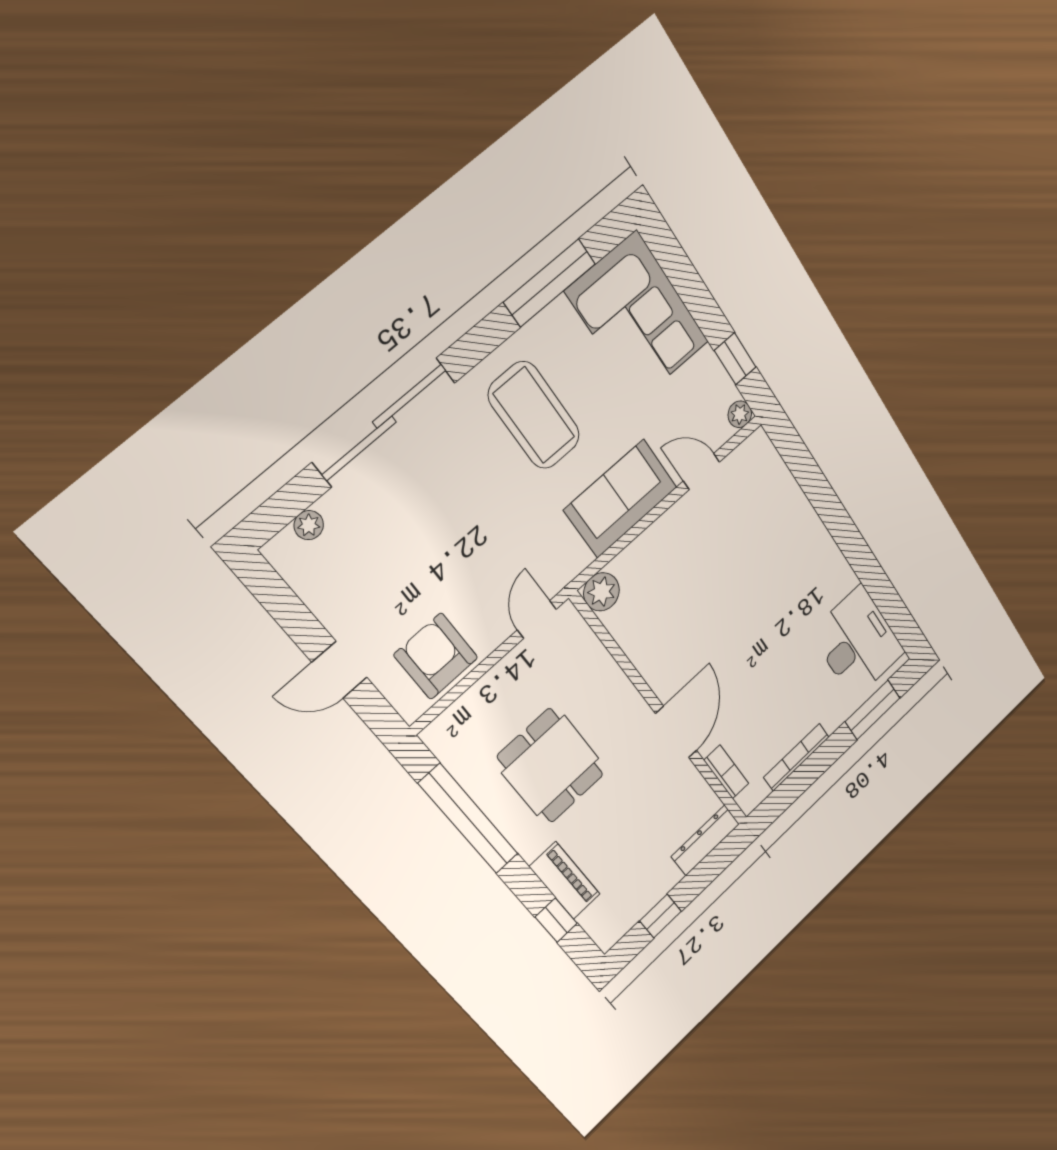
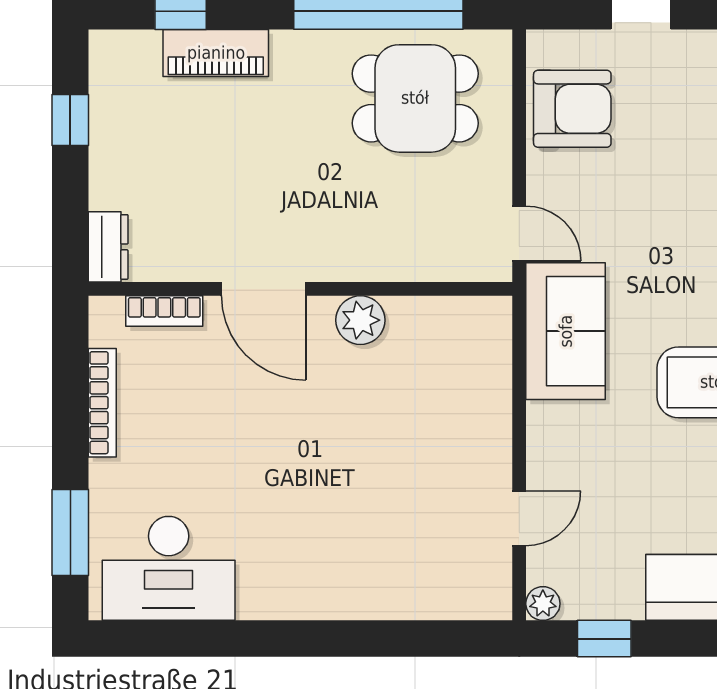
sofa: (621, 499) -> (566, 331), moved
plant: (601, 592) -> (360, 320), moved
dining table: (551, 766) -> (415, 98), moved
dresser: (705, 840) -> (108, 247), width x0.70

